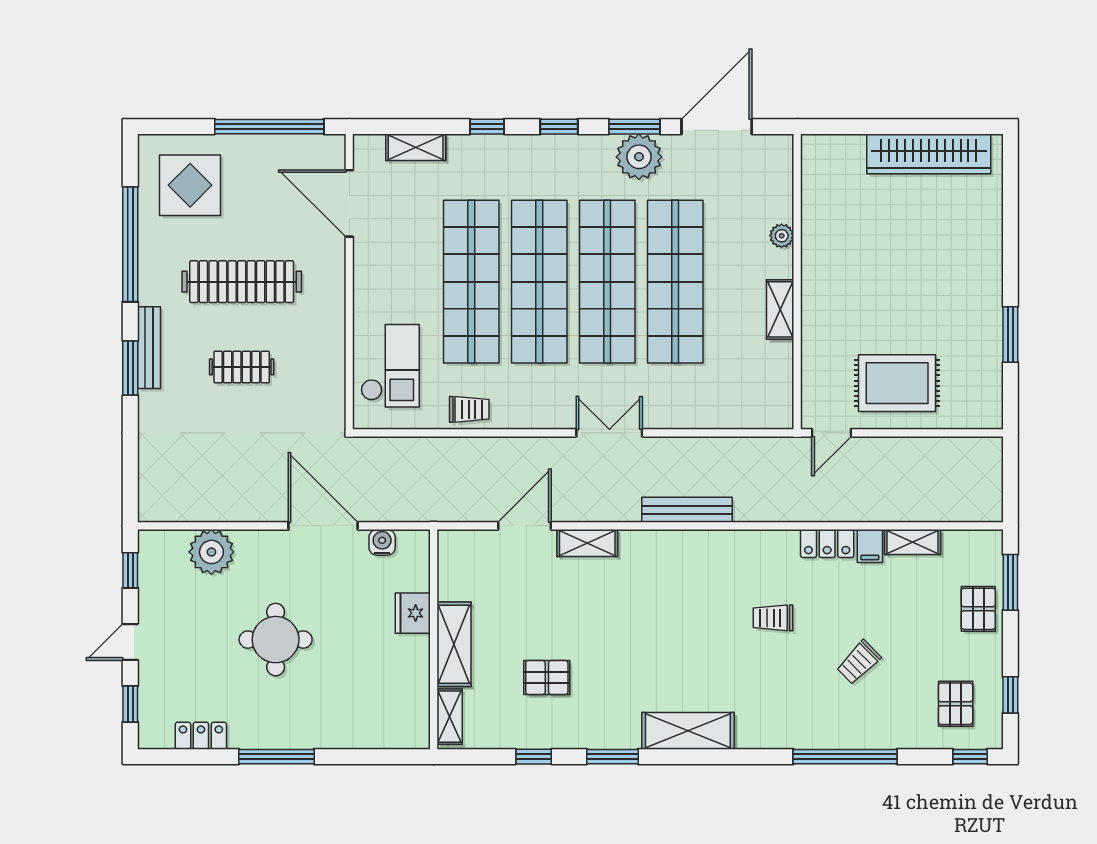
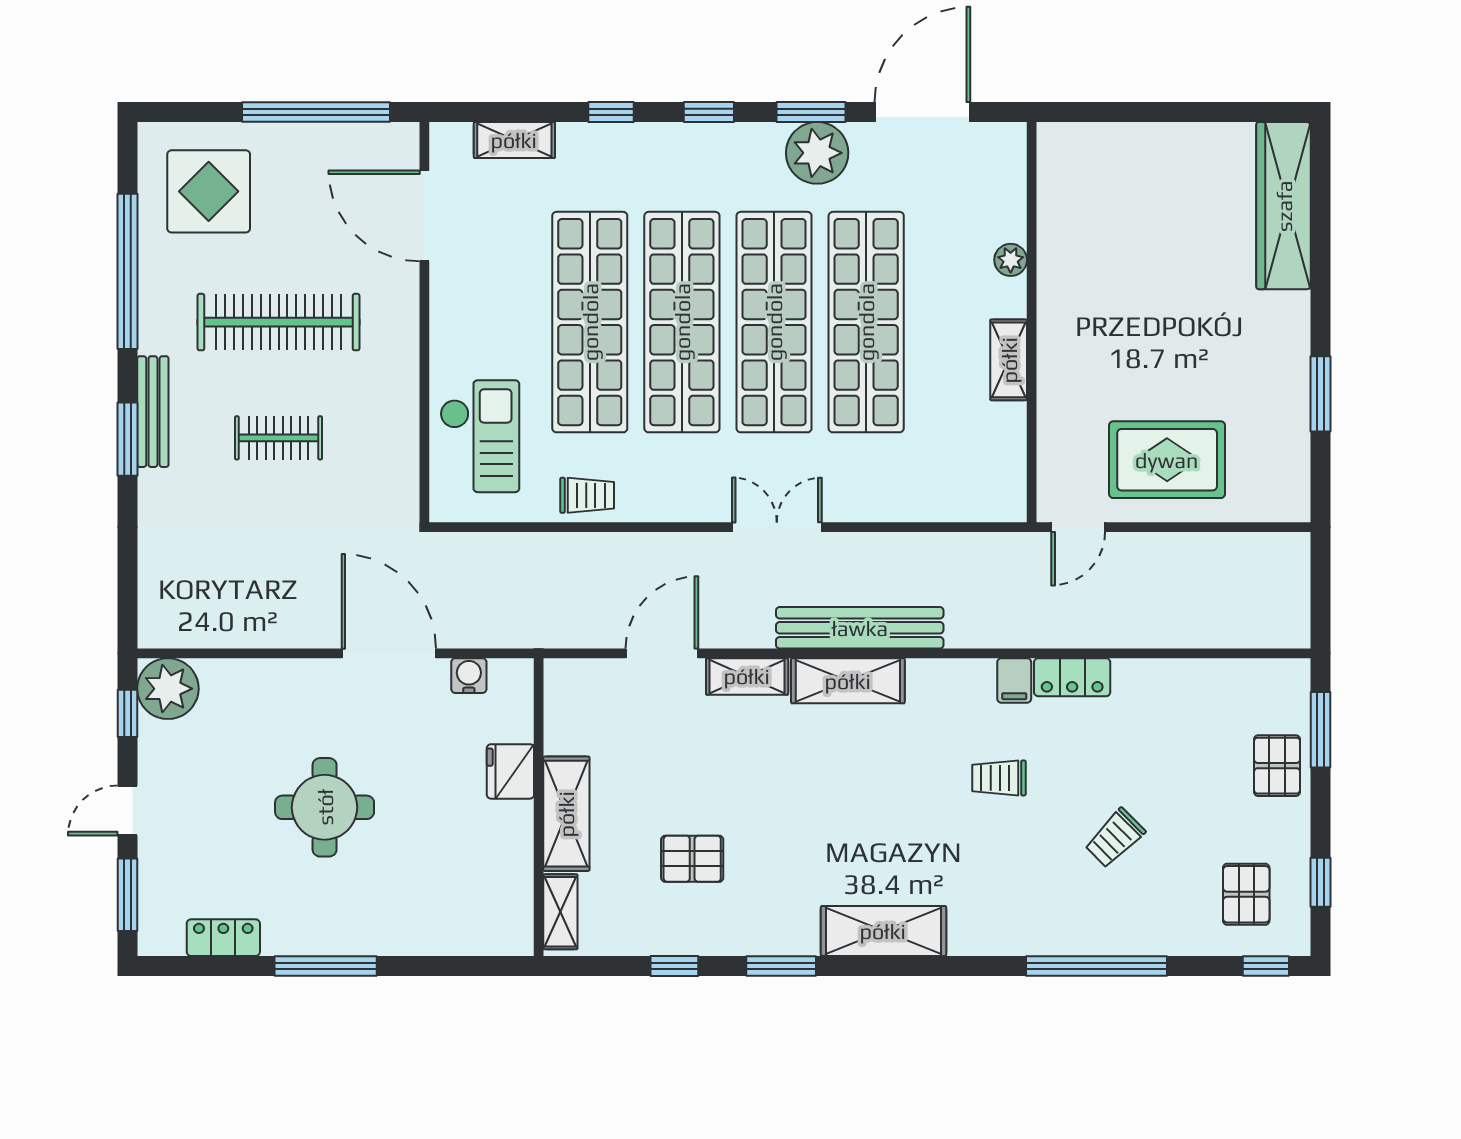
wardrobe: (929, 154) -> (1284, 206), moved, turned 90
bench: (687, 510) -> (860, 628), width x1.37, depth x1.21
shelving: (913, 542) -> (848, 681), moved, width x1.50, depth x1.33
filing cabinet: (870, 546) -> (1014, 680), moved
plant: (211, 552) -> (168, 689), moved
window: (130, 704) -> (128, 895), width x1.50

